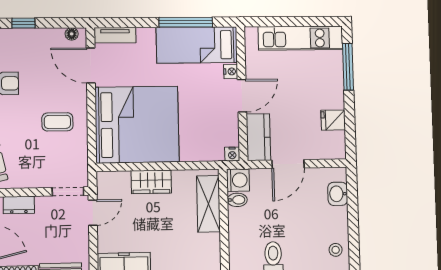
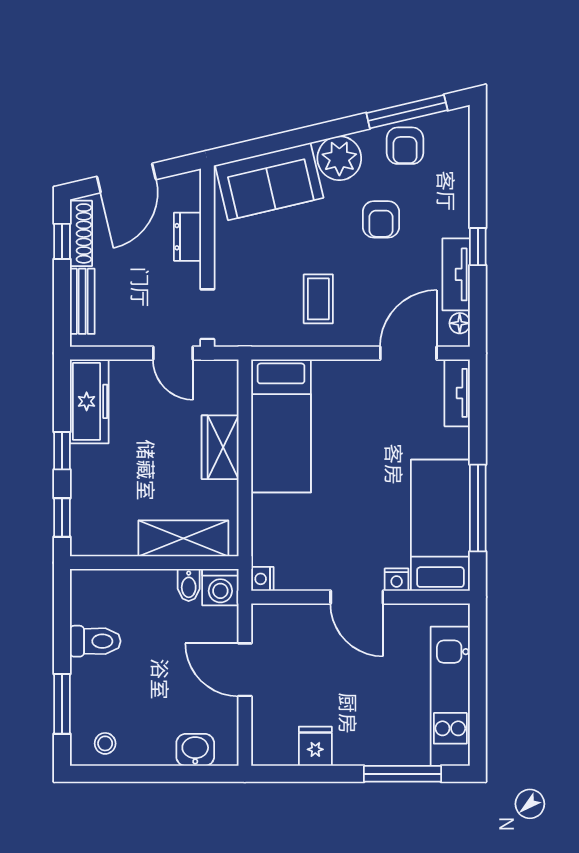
tv unit: (41, 36) -> (456, 274), added
bed: (137, 125) -> (281, 426), width x0.49
kitchen counter: (258, 137) -> (289, 622), removed

